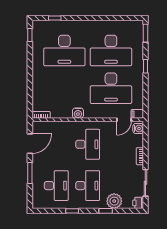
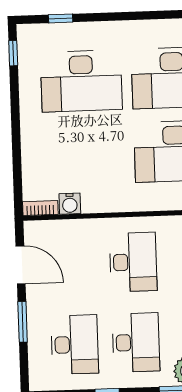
water cooler: (78, 113) -> (70, 204), moved
door: (30, 144) -> (21, 265), hinge flipped

